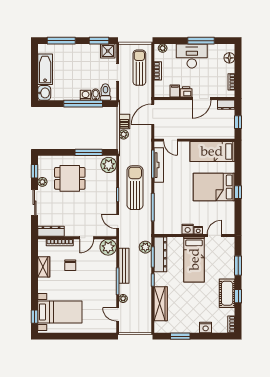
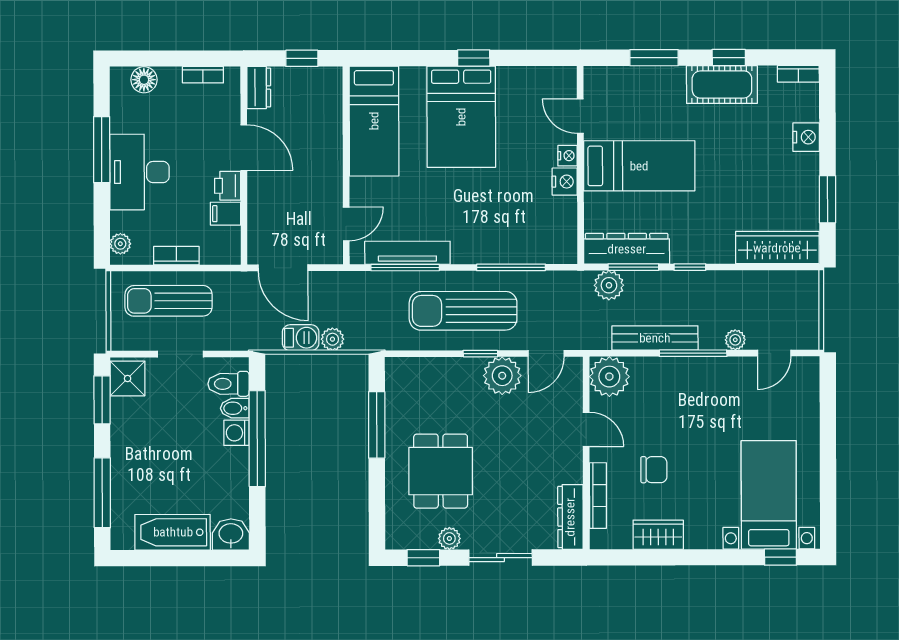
plant: (109, 165) -> (502, 376), moved
wardrobe: (161, 304) -> (777, 248), moved

